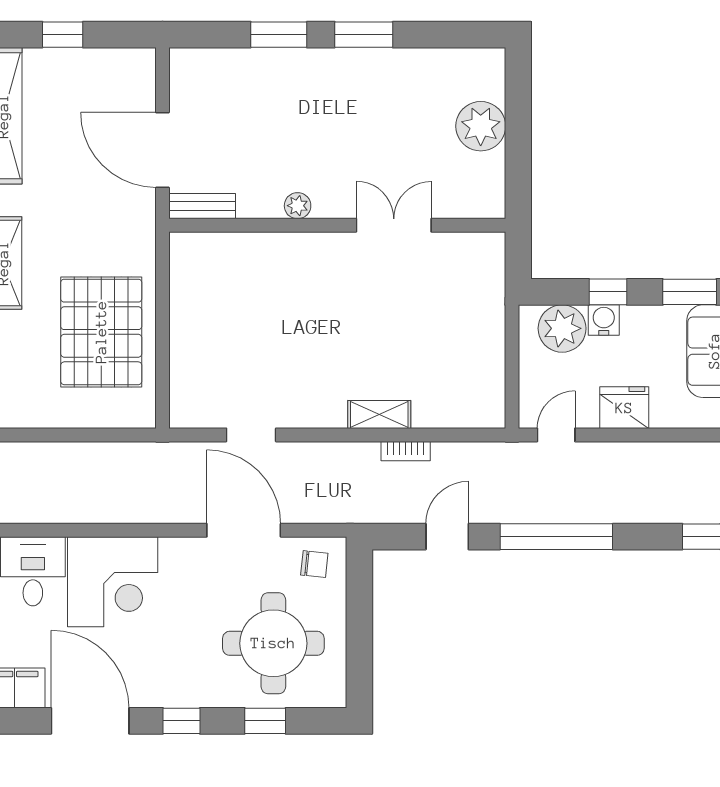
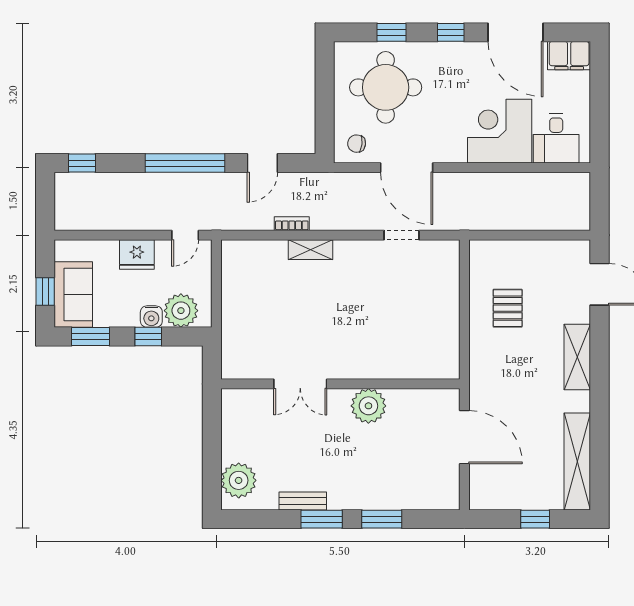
plant: (481, 126) -> (239, 480), moved
bench: (202, 206) -> (303, 501), moved
plant: (298, 206) -> (368, 406), width x1.88, depth x1.88
pallet: (101, 332) -> (508, 308), width x0.49, depth x0.50

